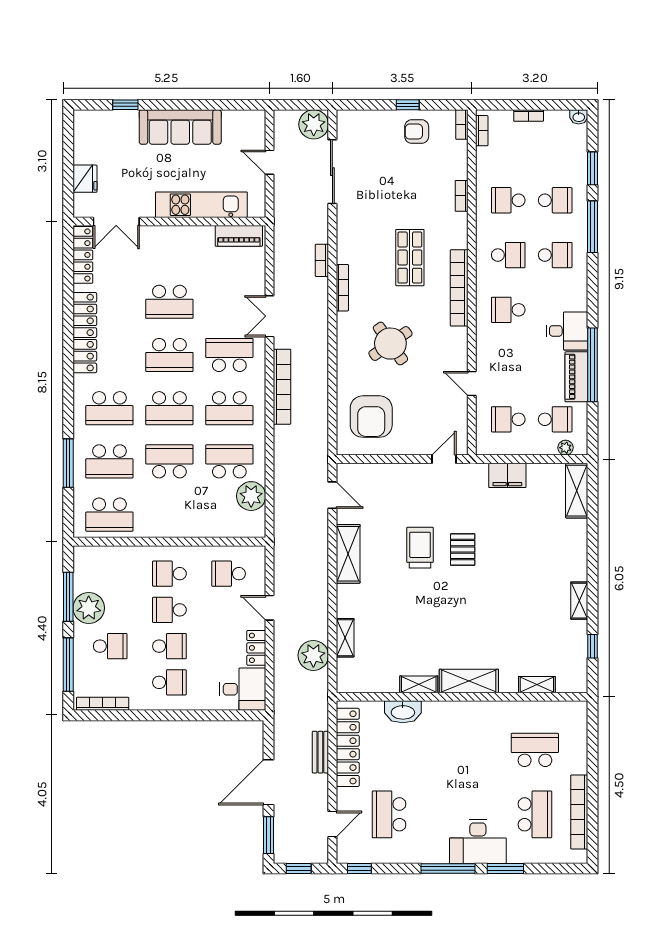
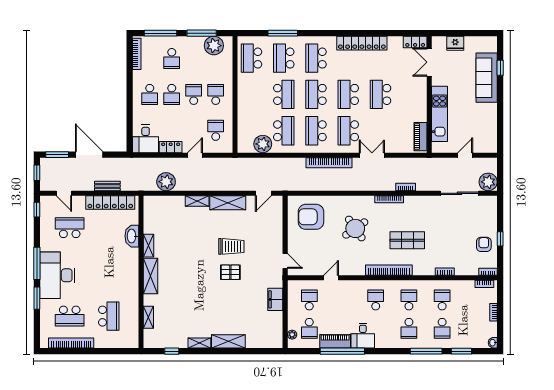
sofa: (180, 127) -> (487, 78), moved
locker: (83, 255) -> (415, 42), width x0.66
school desk: (508, 255) -> (409, 300), turned 180
school desk: (229, 355) -> (348, 131), turned 180
shelving: (577, 491) -> (228, 341), moved
plant: (89, 608) -> (214, 46), moved
shelving: (345, 638) -> (197, 201), moved
desk: (478, 841) -> (57, 275), width x1.36, depth x1.30

